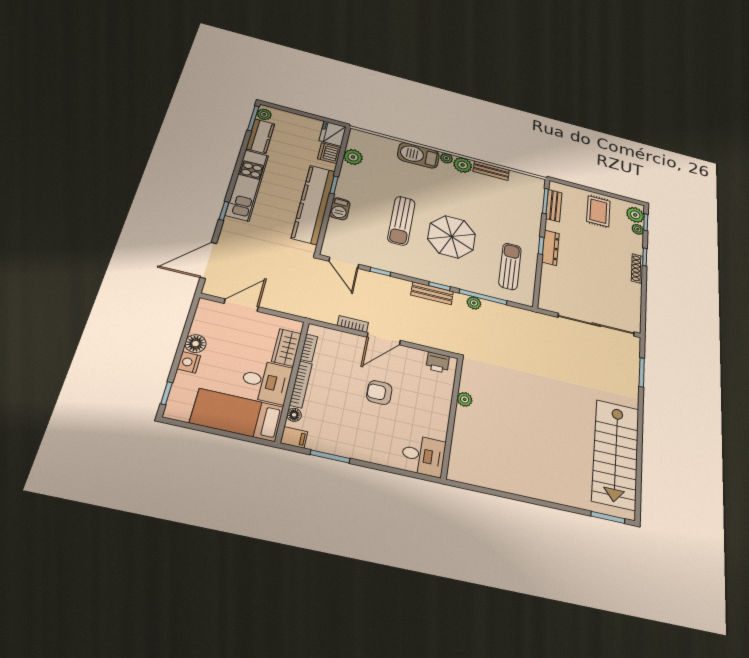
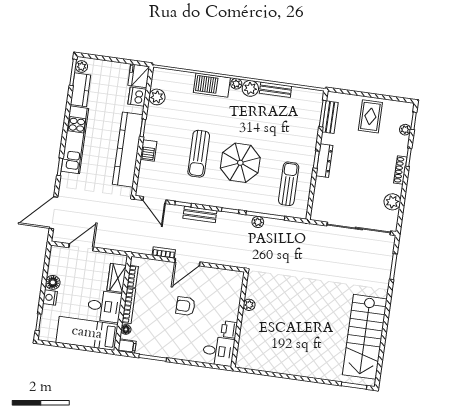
plant: (635, 215) -> (392, 202), moved
bench: (432, 293) -> (200, 214), moved
printer: (438, 362) -> (229, 329), moved, turned 90

